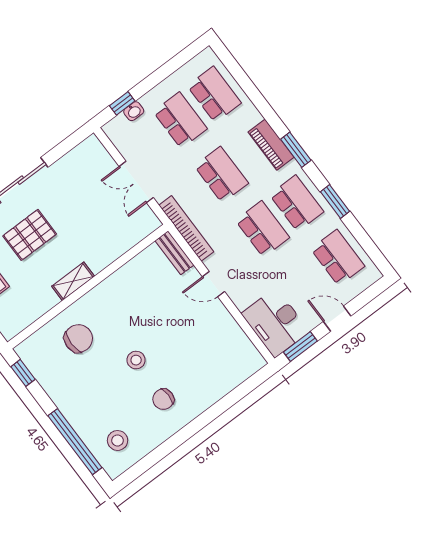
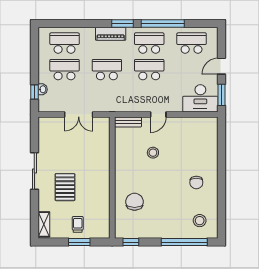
window: (335, 202) -> (163, 23), width x2.11
bookcase: (186, 228) -> (120, 107), removed
shelving: (73, 281) -> (104, 183), removed
stool: (136, 360) -> (153, 153), moved

